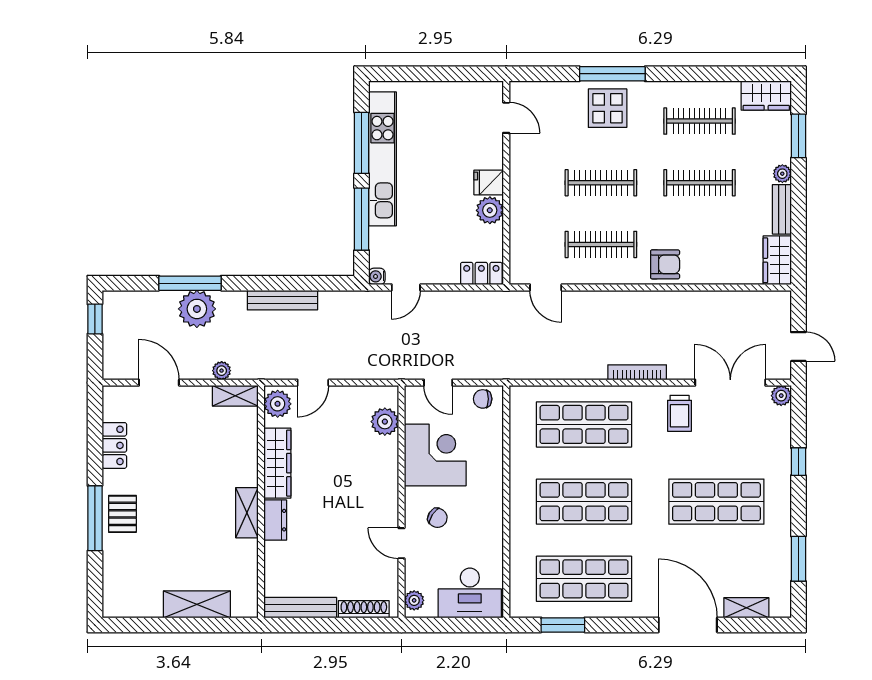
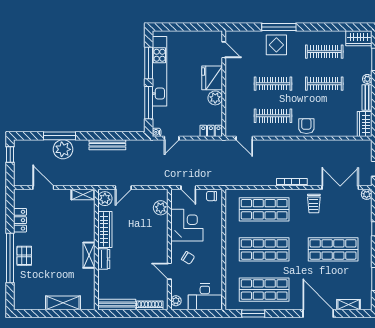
fridge: (489, 182) -> (212, 78), width x1.88, depth x1.34
armchair: (665, 264) -> (306, 126), turned -90
plant: (222, 371) -> (76, 181), removed
window: (95, 518) -> (10, 258), width x1.46

